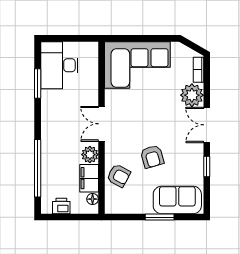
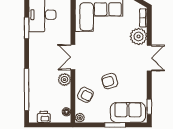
double door: (207, 125) -> (149, 58), swing flipped
armchair: (152, 157) -> (110, 81), turned 89
window: (207, 167) -> (149, 107), moved
filing cabinet: (89, 178) -> (64, 97), removed
plant: (111, 207) -> (80, 118), added

